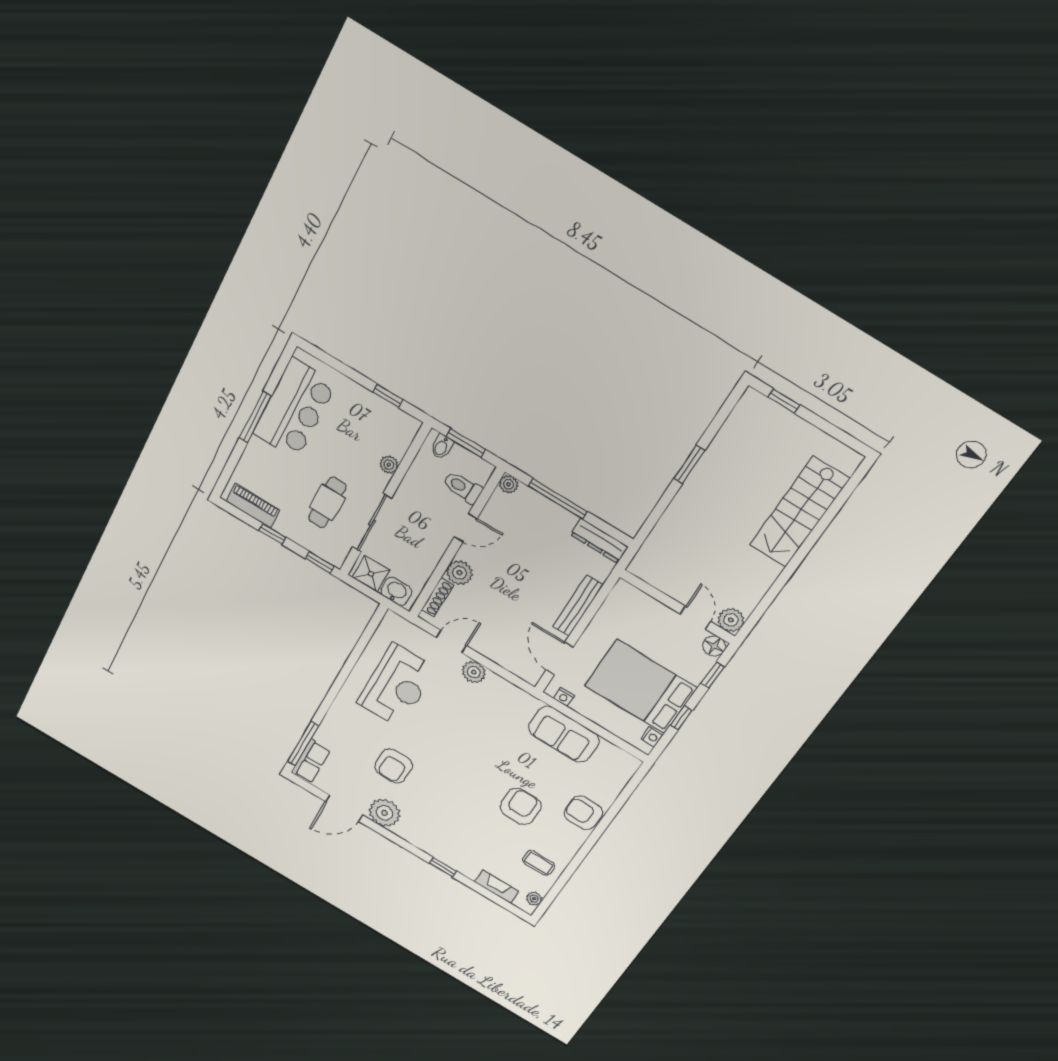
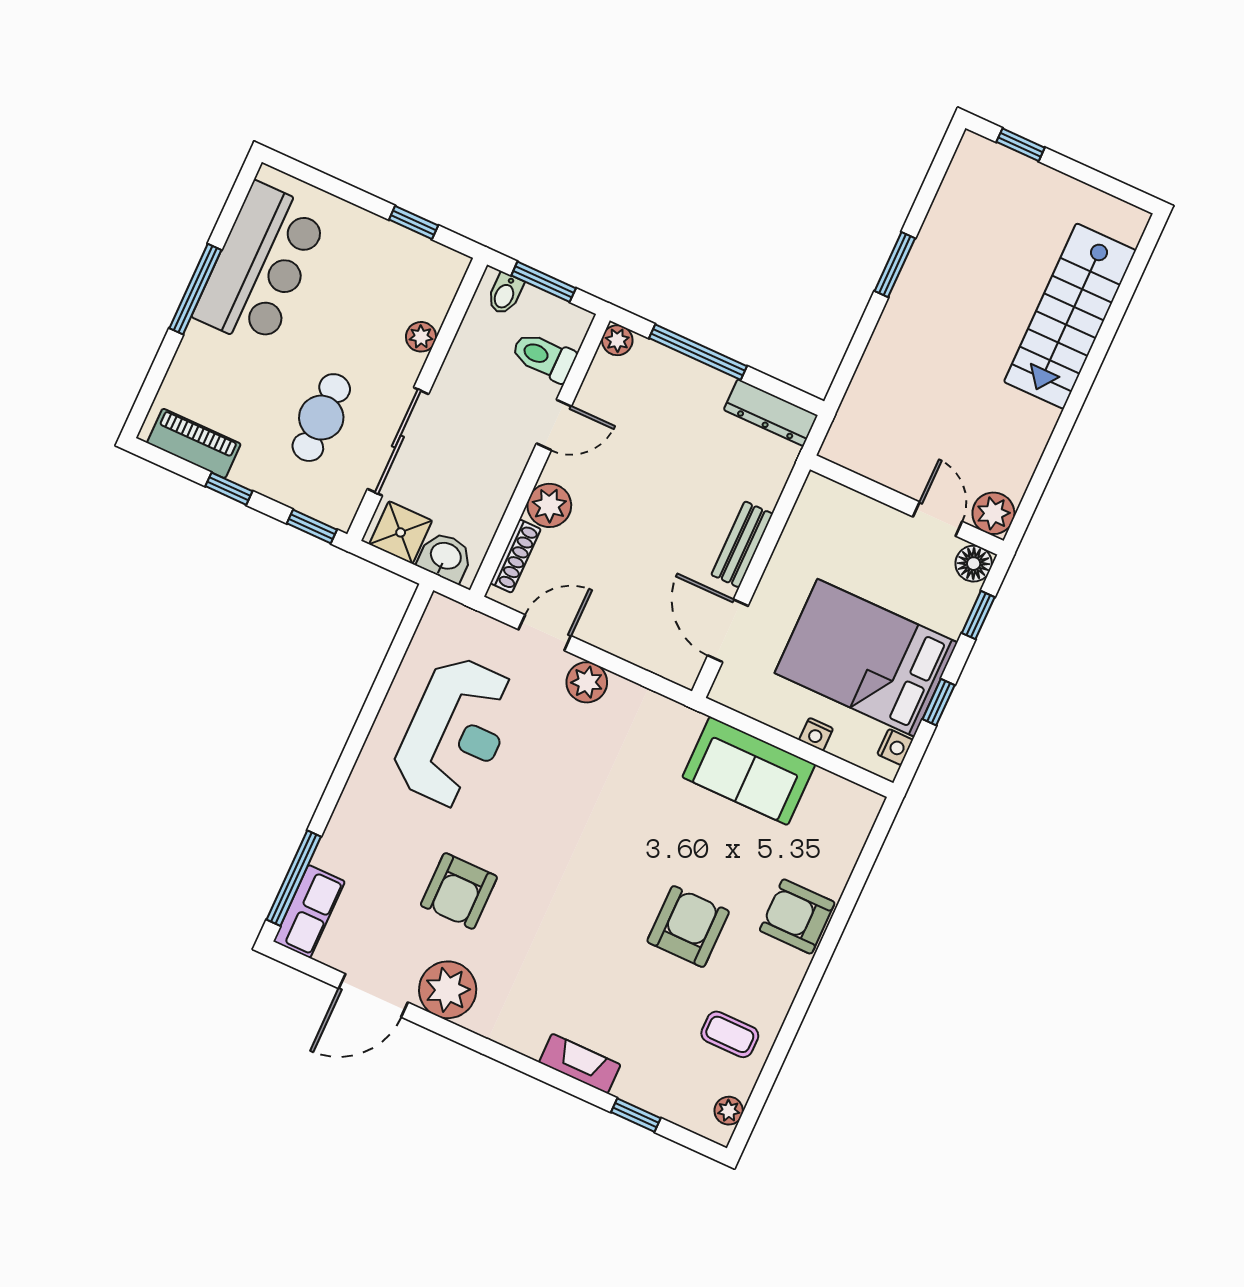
bench: (578, 606) -> (742, 544), width x0.73
nightstand: (564, 697) -> (816, 734), moved
window: (443, 867) -> (636, 1115), moved
fireplace: (496, 887) -> (580, 1064), moved

